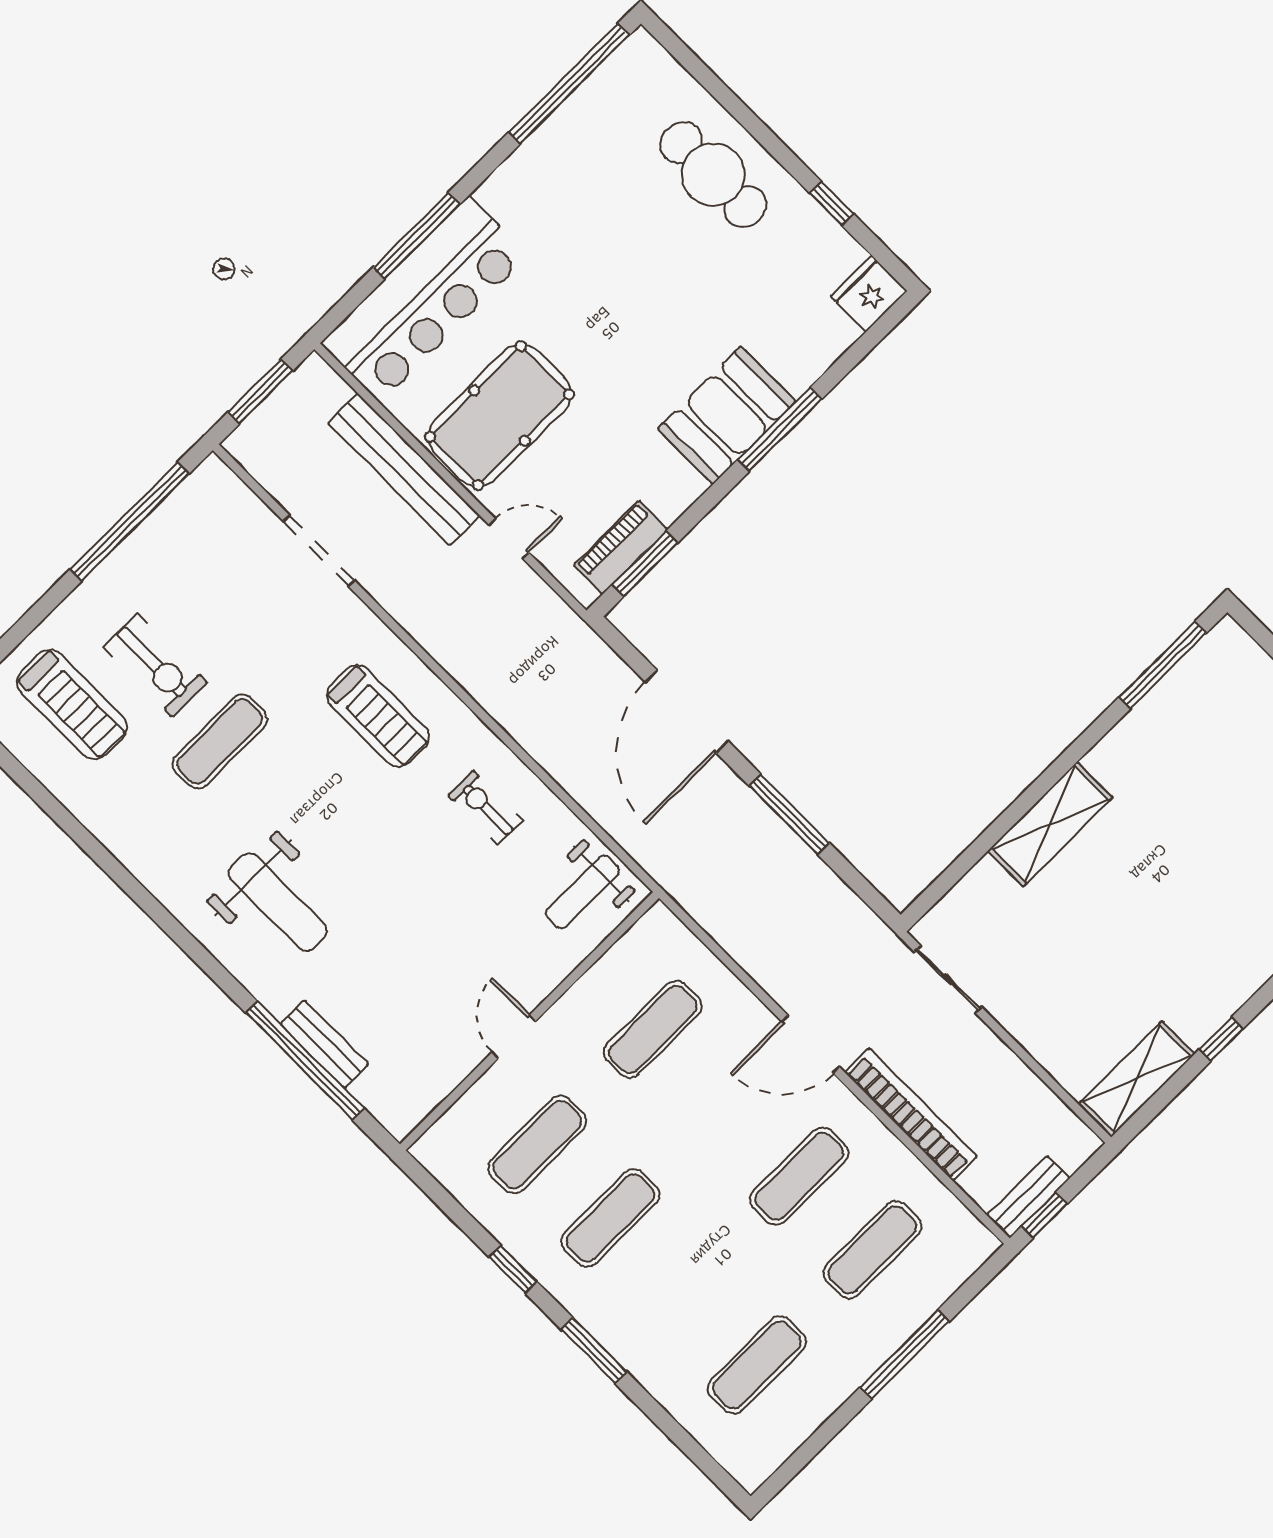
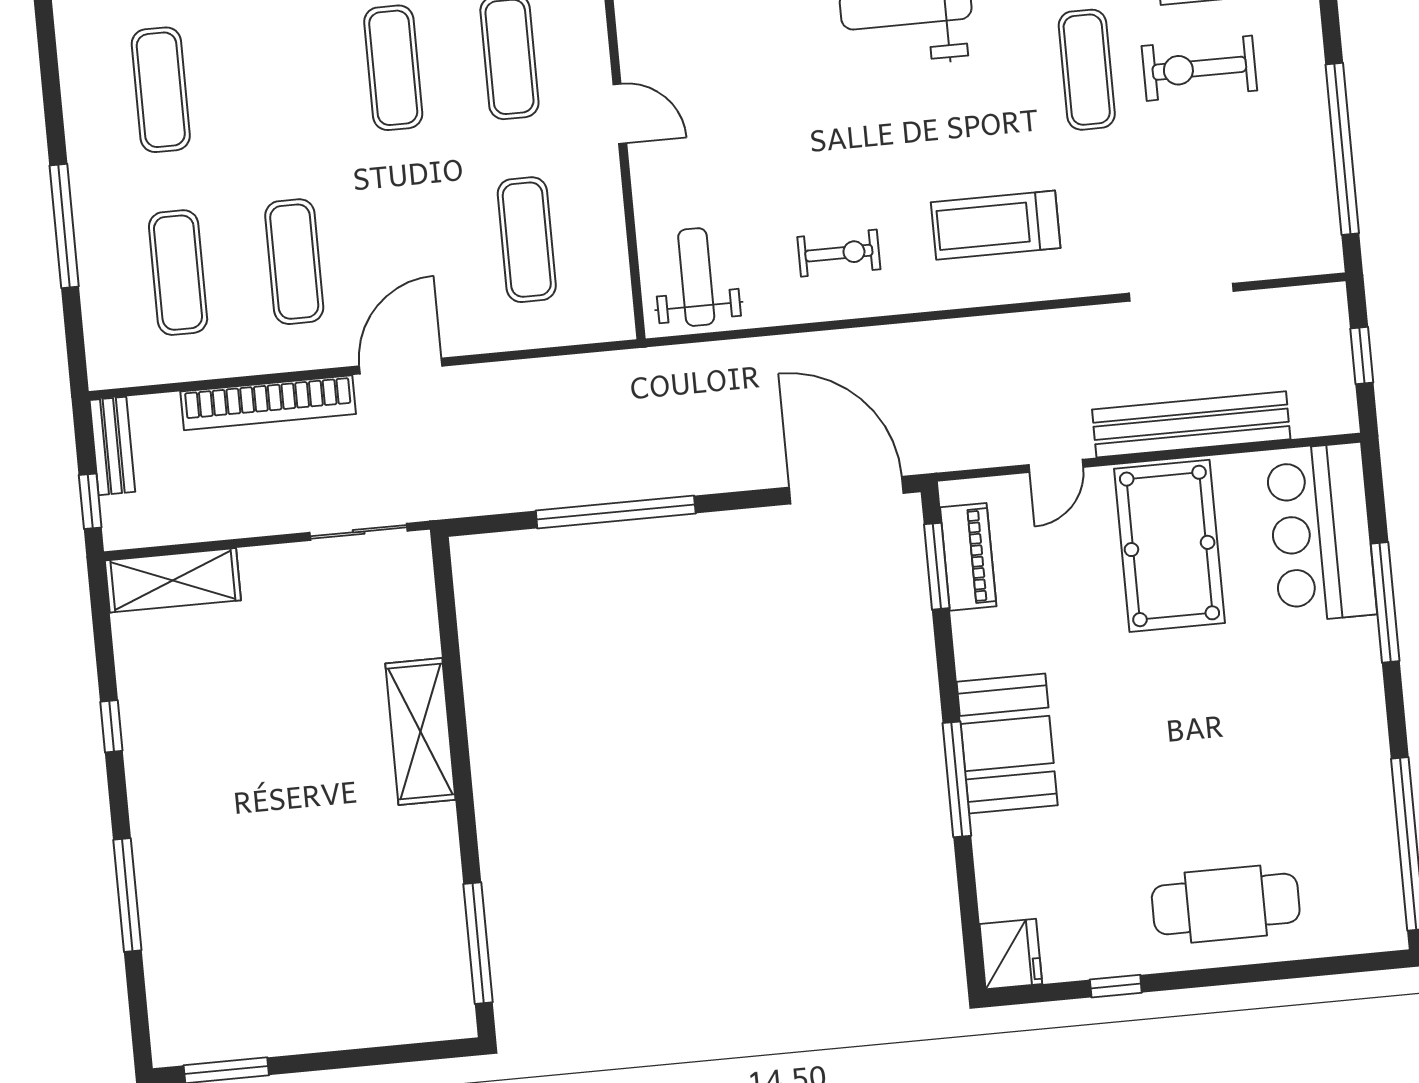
bar counter: (424, 299) -> (1321, 532), width x0.73
window: (260, 391) -> (1362, 355), width x0.67
door: (687, 712) -> (846, 490), moved
window: (789, 814) -> (616, 512), width x1.46
shelving: (1137, 1079) -> (173, 580), moved, turned 90
window: (1044, 1215) -> (90, 501), moved

